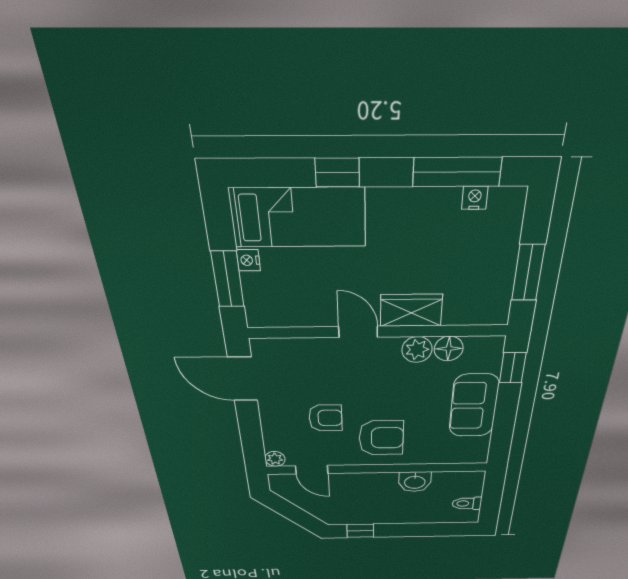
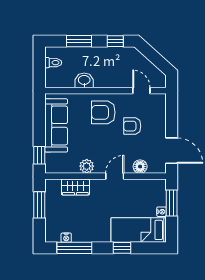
wardrobe: (411, 310) -> (75, 187), moved
door: (358, 332) -> (115, 176), swing flipped
floor lamp: (449, 349) -> (140, 167), moved
sofa: (474, 406) -> (56, 125), width x1.36
plant: (275, 459) -> (161, 99), removed
window: (421, 530) -> (79, 41), added

